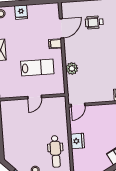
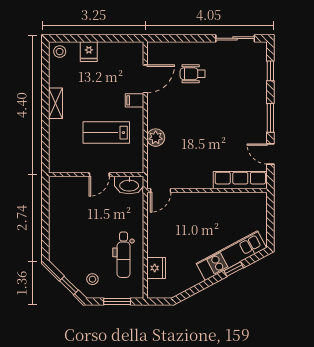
lab bench: (37, 68) -> (106, 133), turned 180
washbasin: (56, 103) -> (129, 185), added
fridge: (77, 141) -> (156, 268), moved

